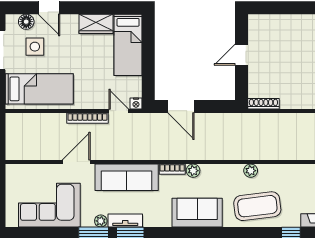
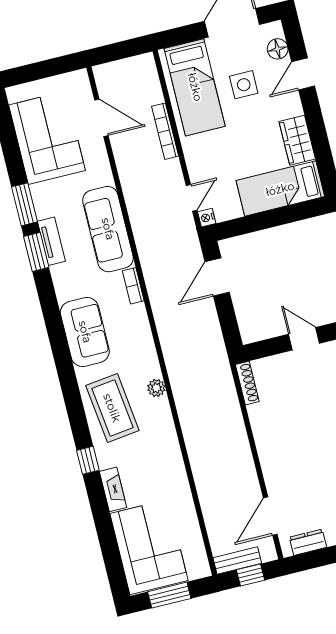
side table: (35, 47) -> (244, 85), moved
bookcase: (87, 118) -> (165, 131), moved
door: (76, 162) -> (101, 118), moved
plant: (193, 171) -> (138, 313), removed
plant: (101, 221) -> (43, 210), removed

